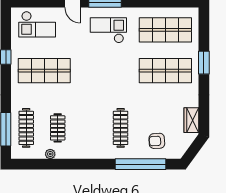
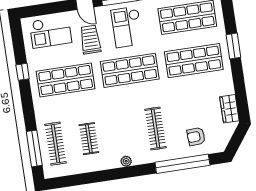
checkout: (108, 30) -> (127, 27), turned -90
trolley: (73, 37) -> (90, 40), added
shop shelf: (105, 71) -> (130, 70), added
plant: (50, 154) -> (126, 161), moved

